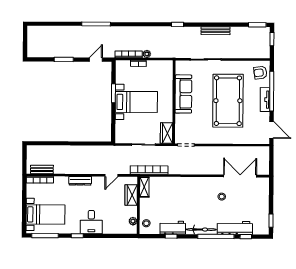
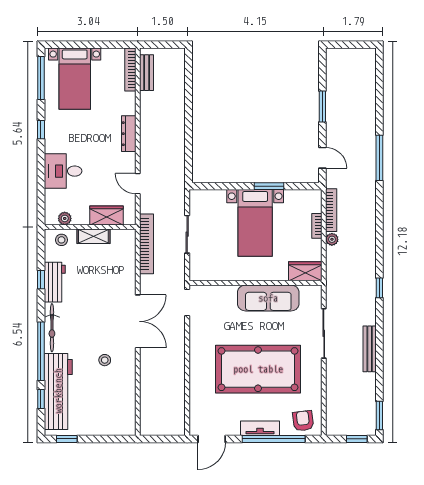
wardrobe: (167, 133) -> (305, 271), moved
double door: (240, 176) -> (138, 321), moved
shelving: (144, 187) -> (93, 236), moved
desk: (91, 222) -> (63, 171), moved
workbench: (235, 228) -> (58, 391), width x1.36, depth x1.32

